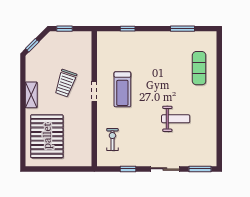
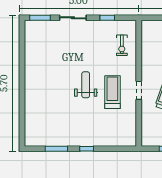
window: (128, 29) -> (87, 149), moved
exercise mat: (199, 68) -> (41, 112), removed
weight bench: (176, 119) -> (86, 85), moved, turned 90

